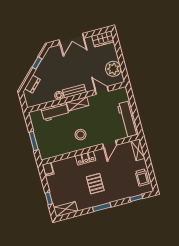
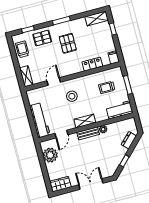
door: (102, 90) -> (61, 134), hinge flipped
workbench: (55, 112) -> (119, 110), moved
workbench: (128, 119) -> (40, 120), moved
stool: (81, 135) -> (72, 96), moved
trolley: (55, 138) -> (107, 87), added
locker: (86, 158) -> (92, 64), moved
pallet: (121, 189) -> (42, 38), added

